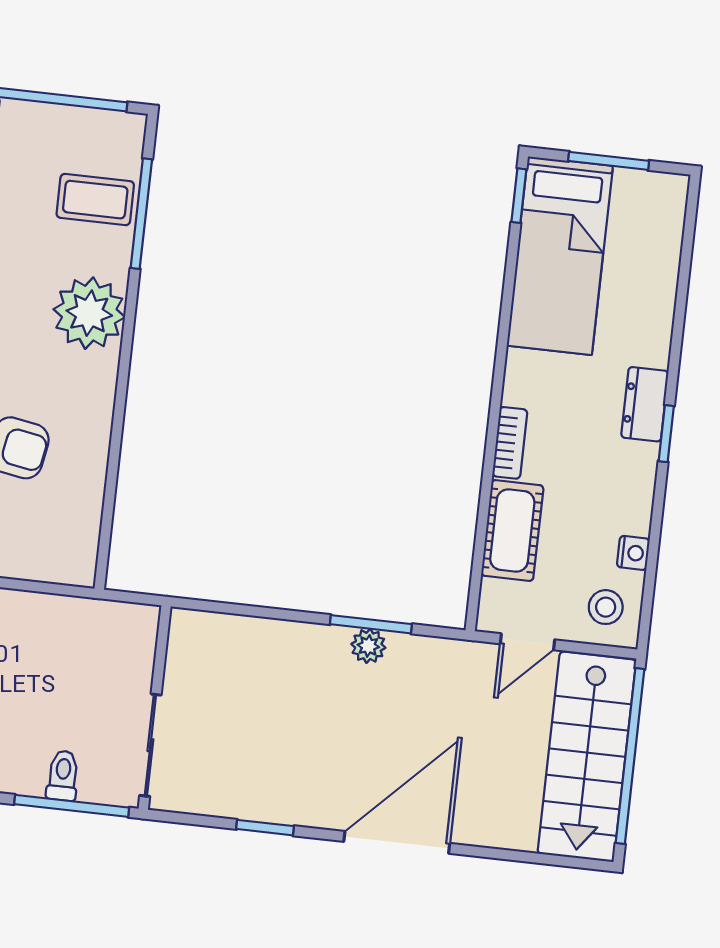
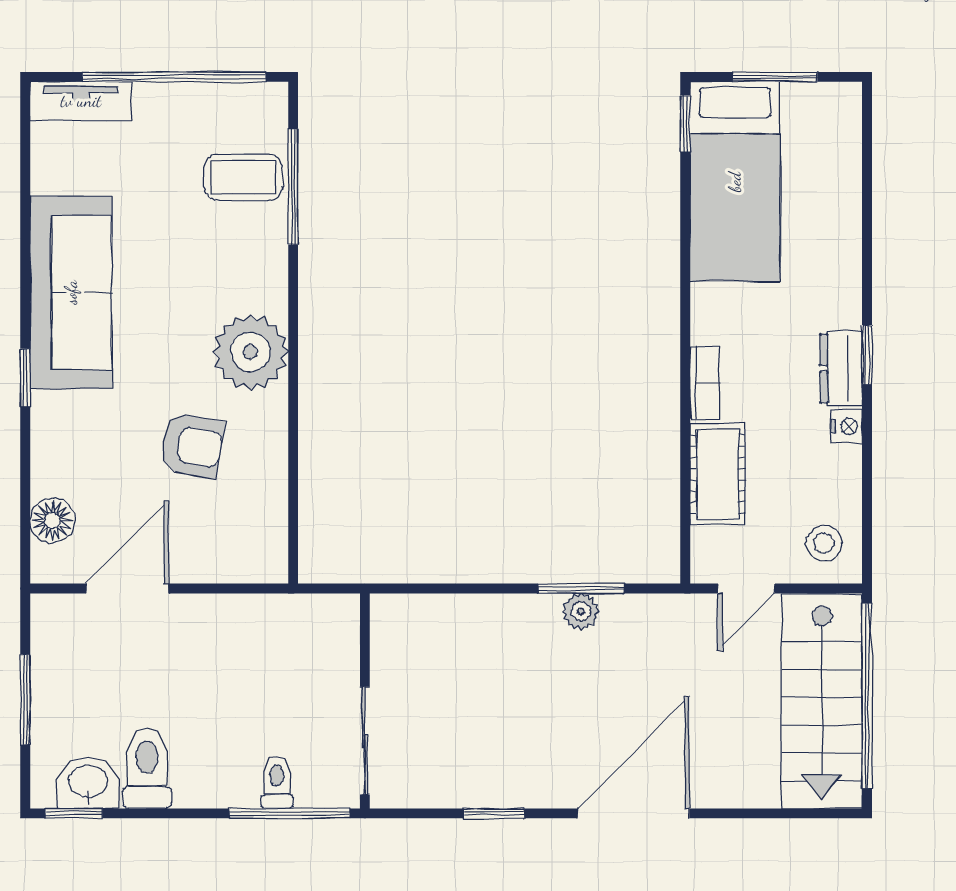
plant: (89, 313) -> (250, 352), moved
dresser: (645, 404) -> (841, 368), moved
nightstand: (633, 553) -> (846, 426), moved

